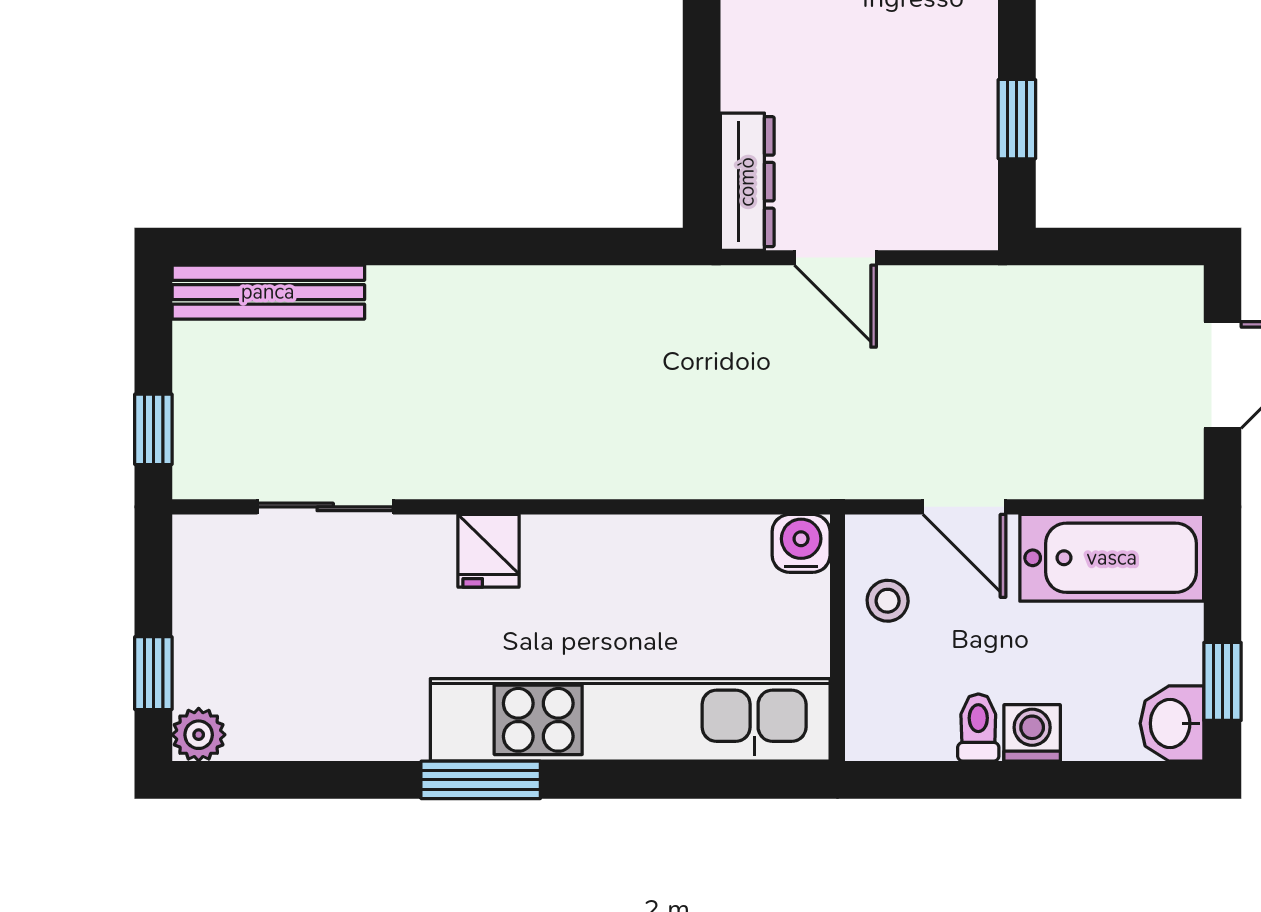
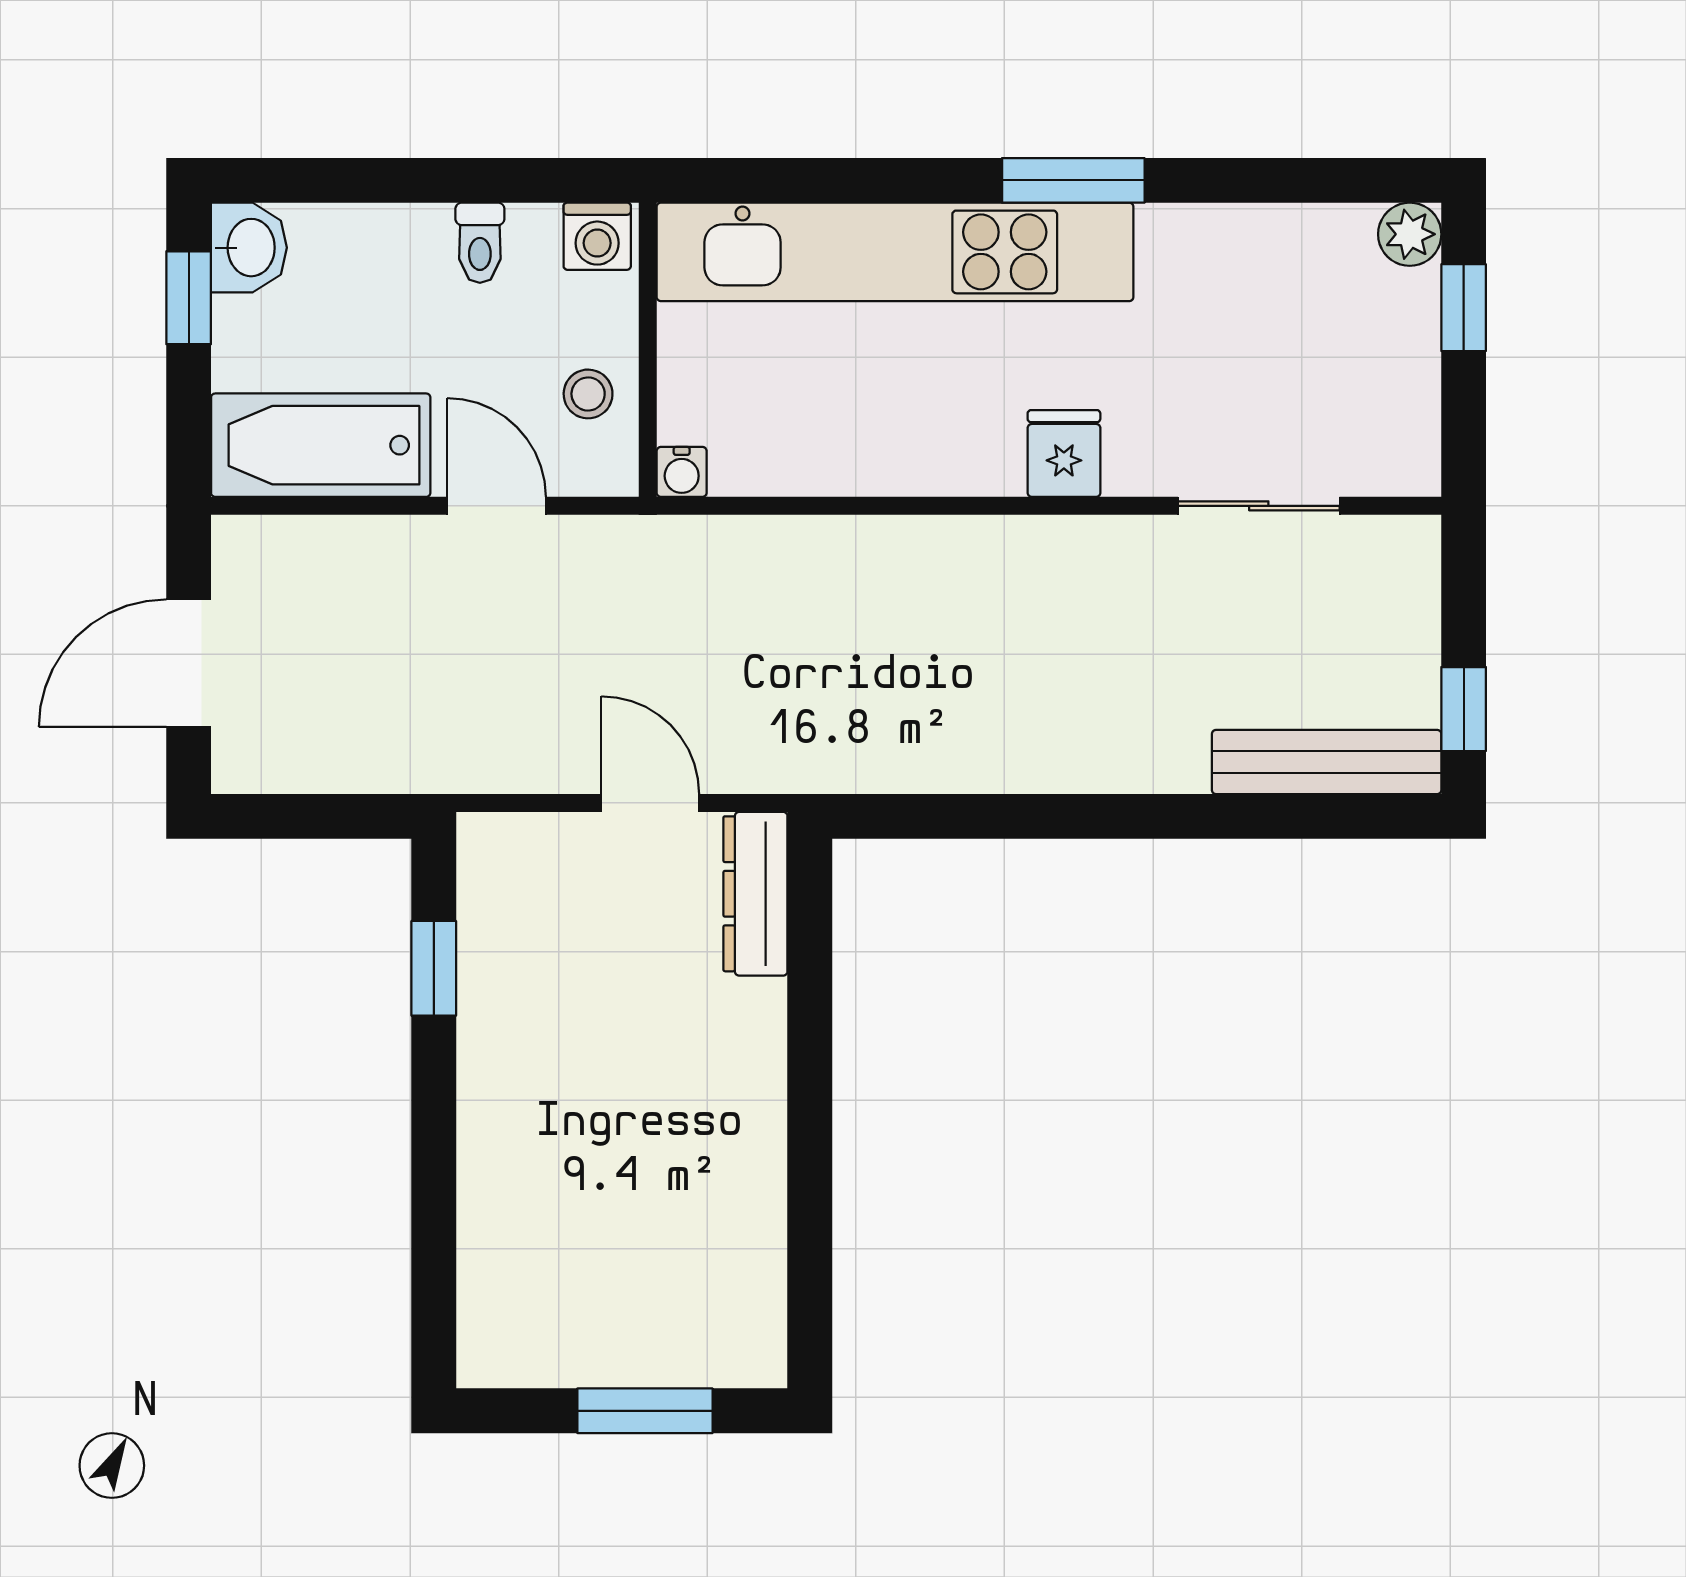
window: (153, 429) -> (1464, 709), moved
water cooler: (801, 543) -> (682, 472), width x0.72, depth x0.72
washing machine: (1032, 733) -> (597, 236), moved

